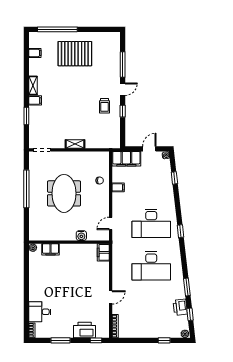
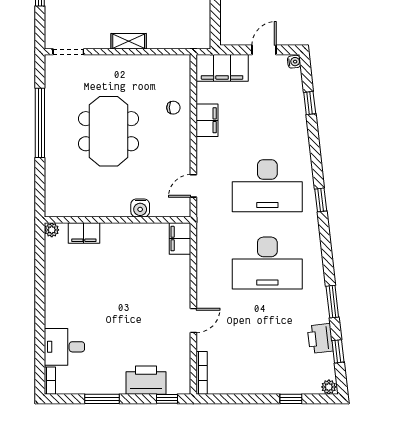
filing cabinet: (118, 187) -> (207, 120), width x2.00

